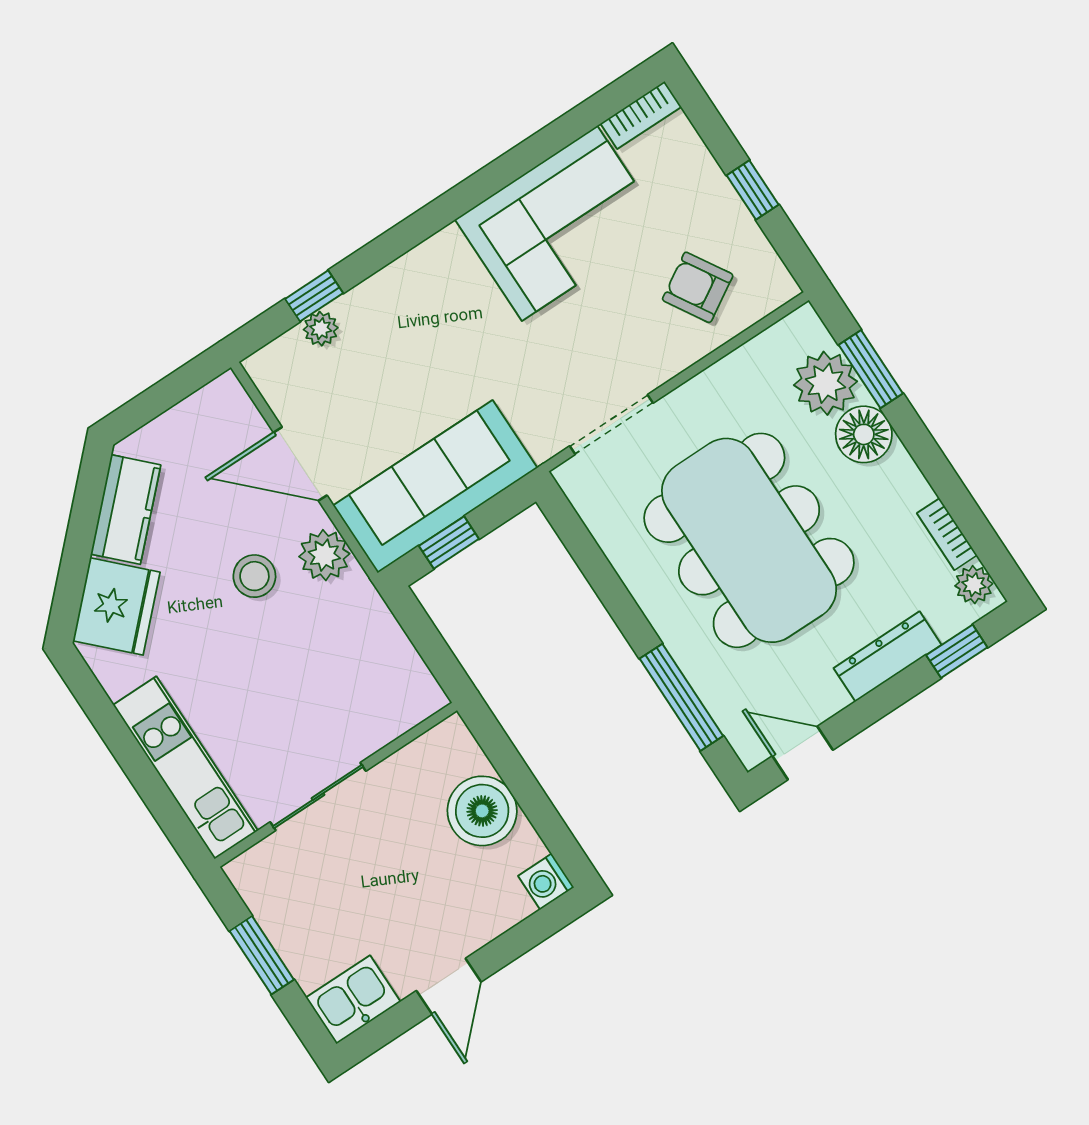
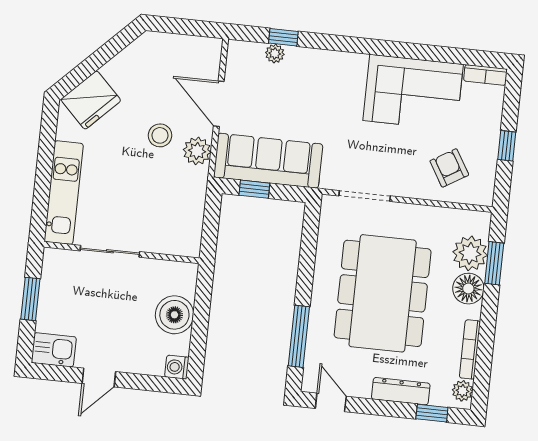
kitchen counter: (126, 509) -> (129, 62), removed
bookcase: (947, 534) -> (470, 349), width x1.56

